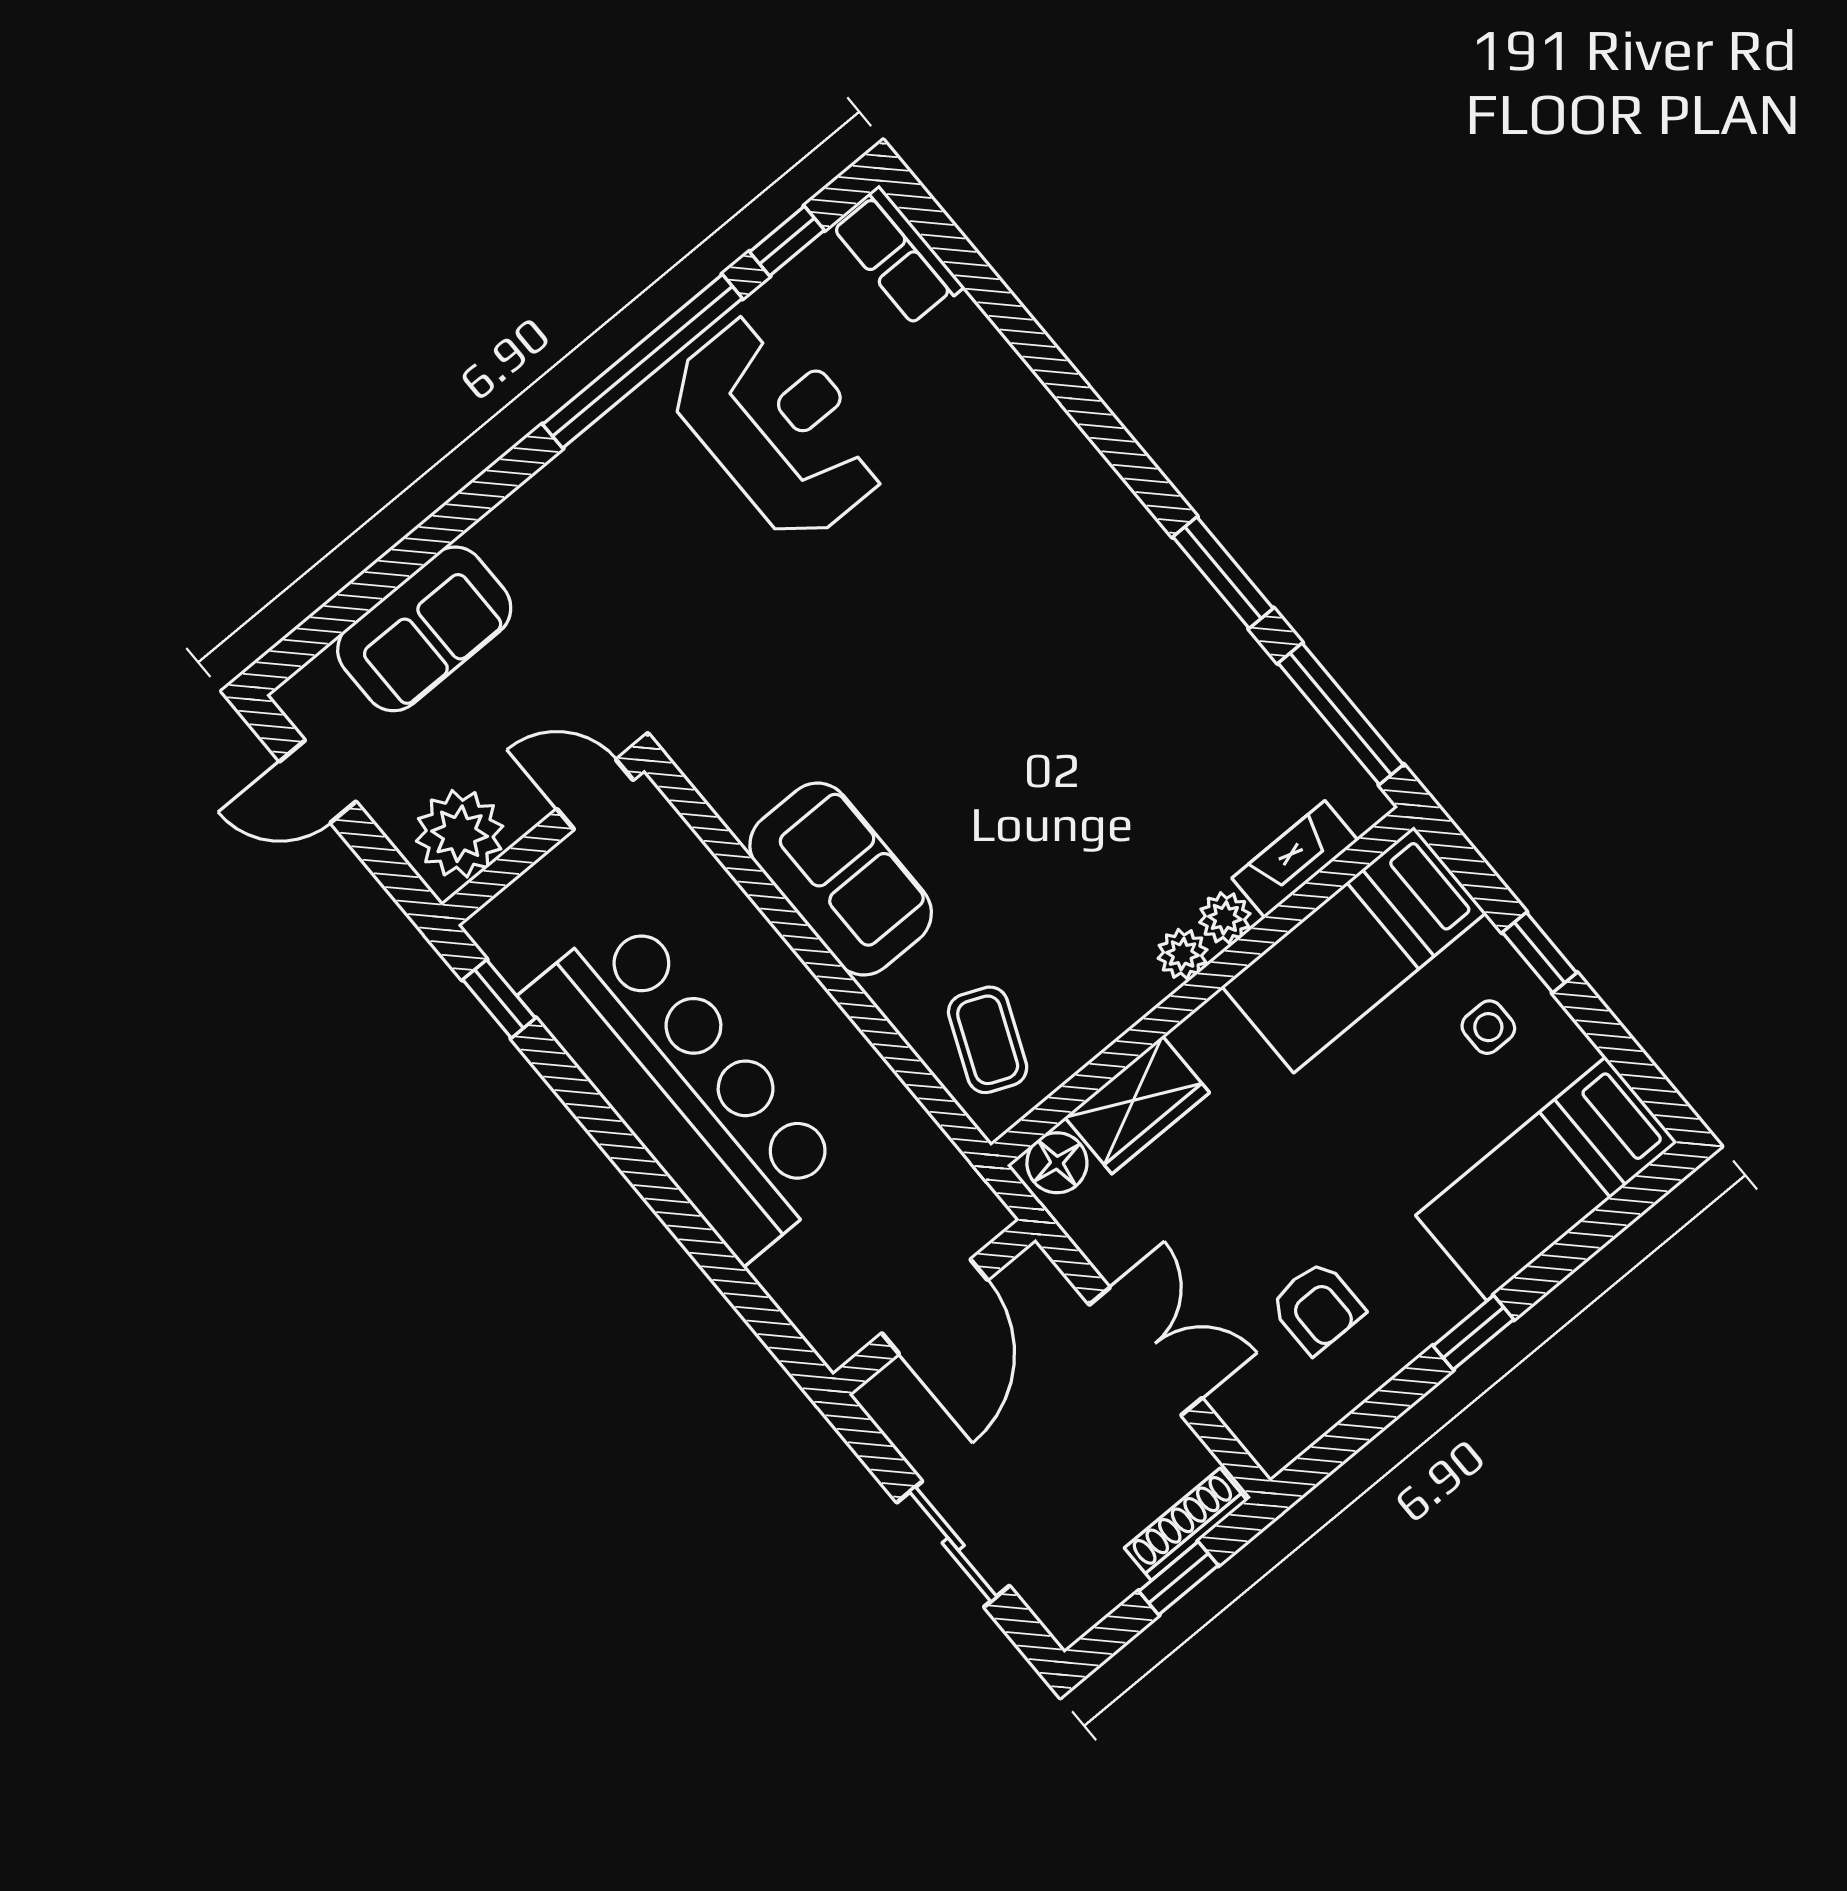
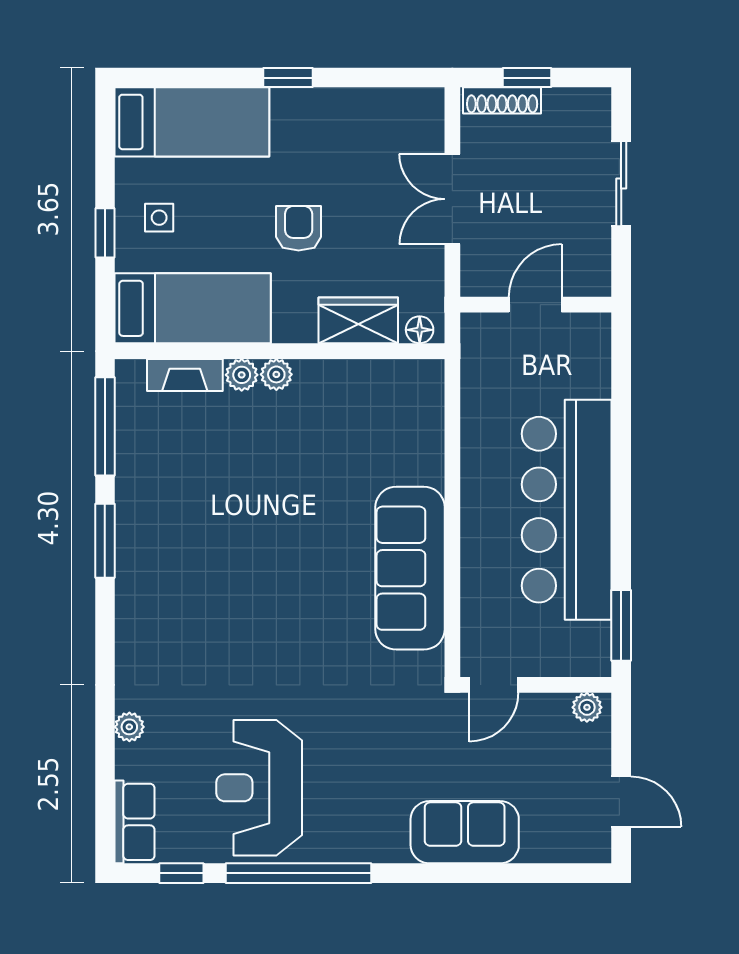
plant: (1002, 368) -> (129, 727), added
sofa: (424, 629) -> (465, 832), moved
door: (595, 794) -> (494, 685), hinge flipped
plant: (460, 834) -> (587, 707), width x0.53, depth x0.53
sofa: (841, 879) -> (410, 568), width x1.36
window: (499, 999) -> (621, 625), width x1.50
coffee table: (988, 1040) -> (404, 411), removed
floor lamp: (1057, 1163) -> (420, 330), width x0.73, depth x0.73
door: (935, 1307) -> (535, 305), width x0.73
armchair: (1317, 1307) -> (299, 228), moved

